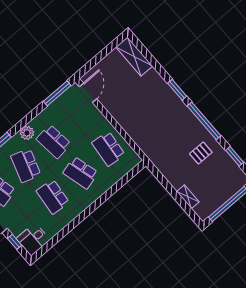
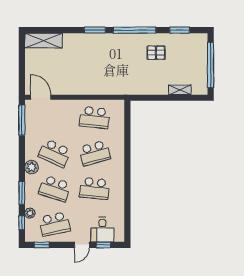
school desk: (54, 141) -> (55, 153), turned 30
pallet: (201, 153) -> (156, 53), turned 90
desk: (33, 239) -> (102, 230), moved

